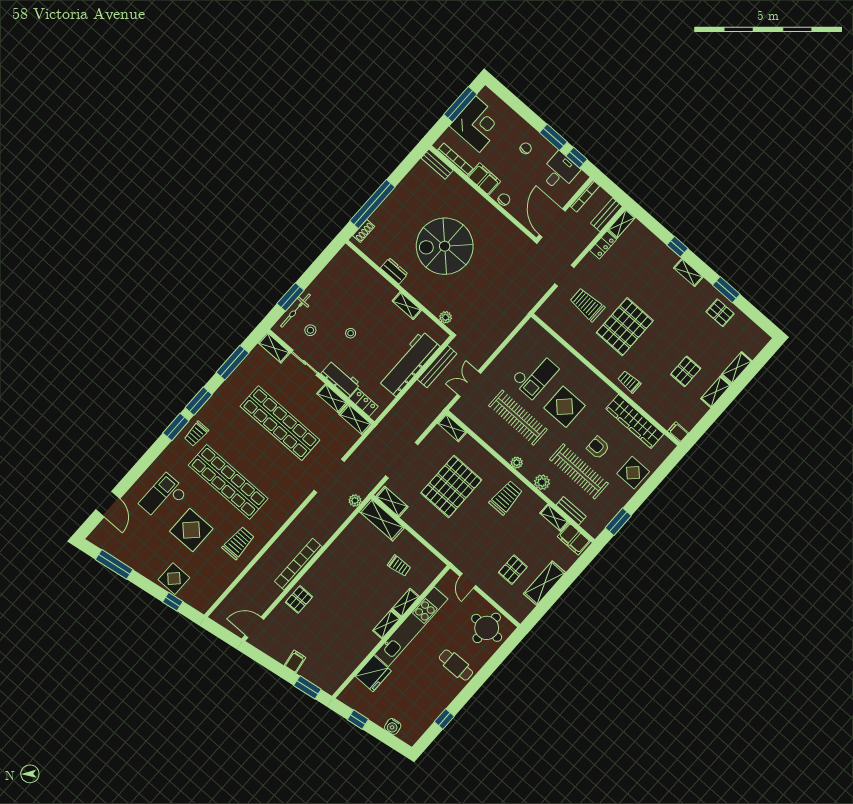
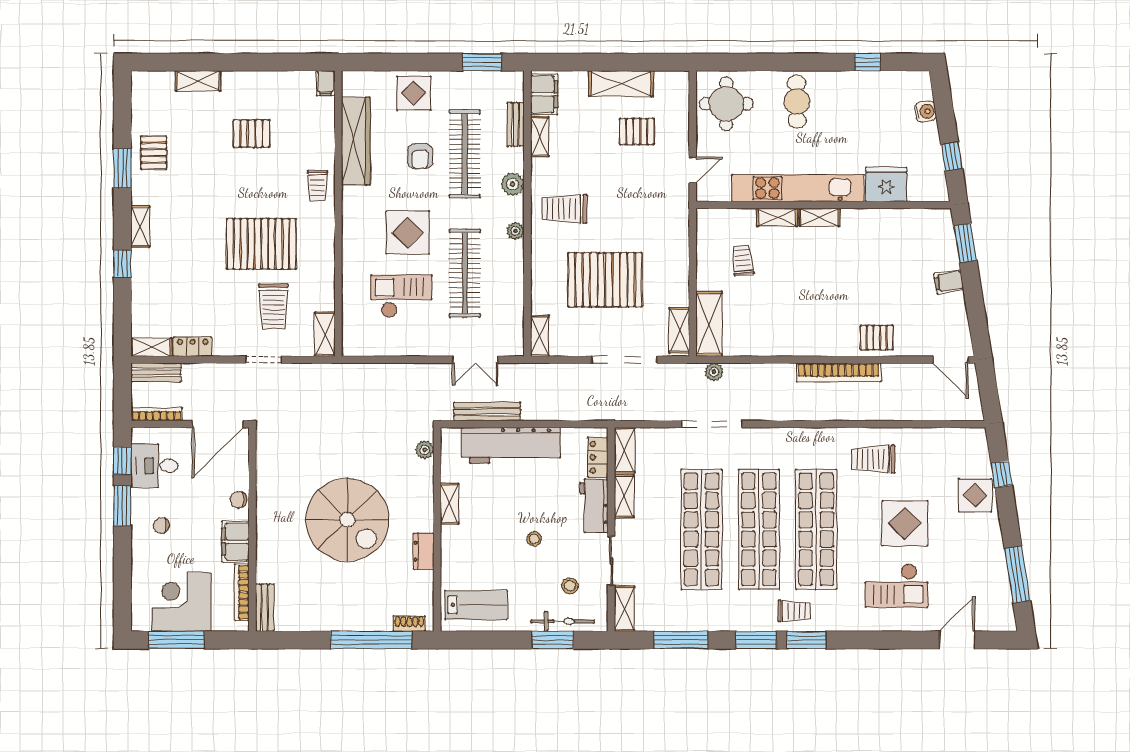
lab bench: (343, 274) -> (476, 605), added
shelving: (716, 392) -> (325, 334), moved, turned 90
shop shelf: (254, 453) -> (759, 529), added

